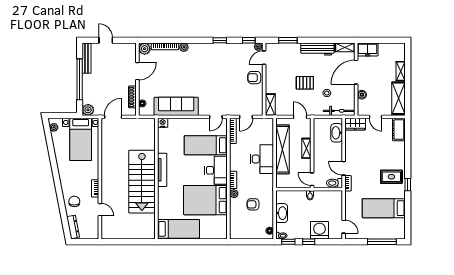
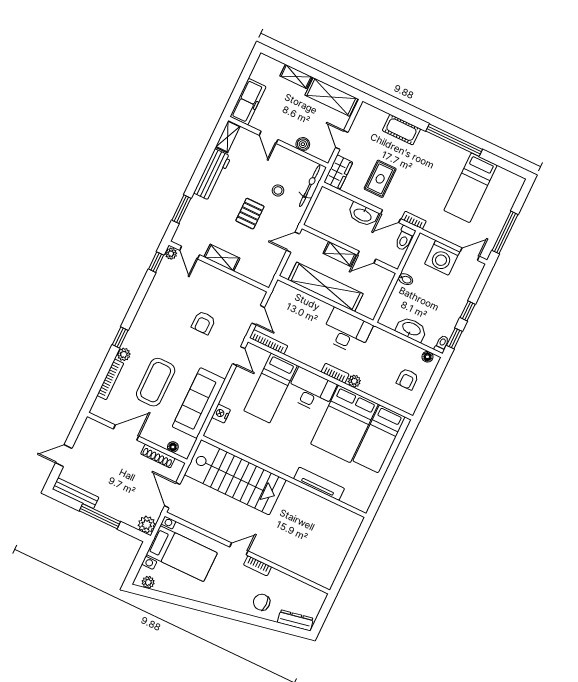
window: (220, 40) -> (120, 338), moved
plant: (145, 49) -> (100, 408), removed
freezer: (368, 49) -> (248, 102), width x1.40
door: (137, 71) -> (126, 433), hinge flipped
door: (356, 72) -> (269, 137), width x0.53
coffee table: (176, 74) -> (156, 382), added
armchair: (254, 78) -> (203, 323), moved
window: (80, 79) -> (100, 516), width x0.68
shelving: (270, 105) -> (222, 258), moved
door: (376, 117) -> (342, 140), swing flipped
nightstand: (163, 123) -> (221, 414), moved
cot: (399, 130) -> (401, 130), moved
washbasin: (337, 133) -> (363, 215), moved
desk: (262, 159) -> (347, 331), moved
tv unit: (162, 170) -> (319, 484), moved
rug: (391, 177) -> (380, 179), moved
door: (312, 179) -> (367, 257), moved
stairs: (142, 182) -> (235, 477), moved
window: (408, 185) -> (454, 140), width x3.17
armchair: (253, 204) -> (407, 379), moved
door: (100, 210) -> (239, 549), moved
bed: (178, 229) -> (379, 439), moved, turned 180
washing machine: (320, 230) -> (442, 258), moved, turned -90
window: (382, 242) -> (505, 232), moved

